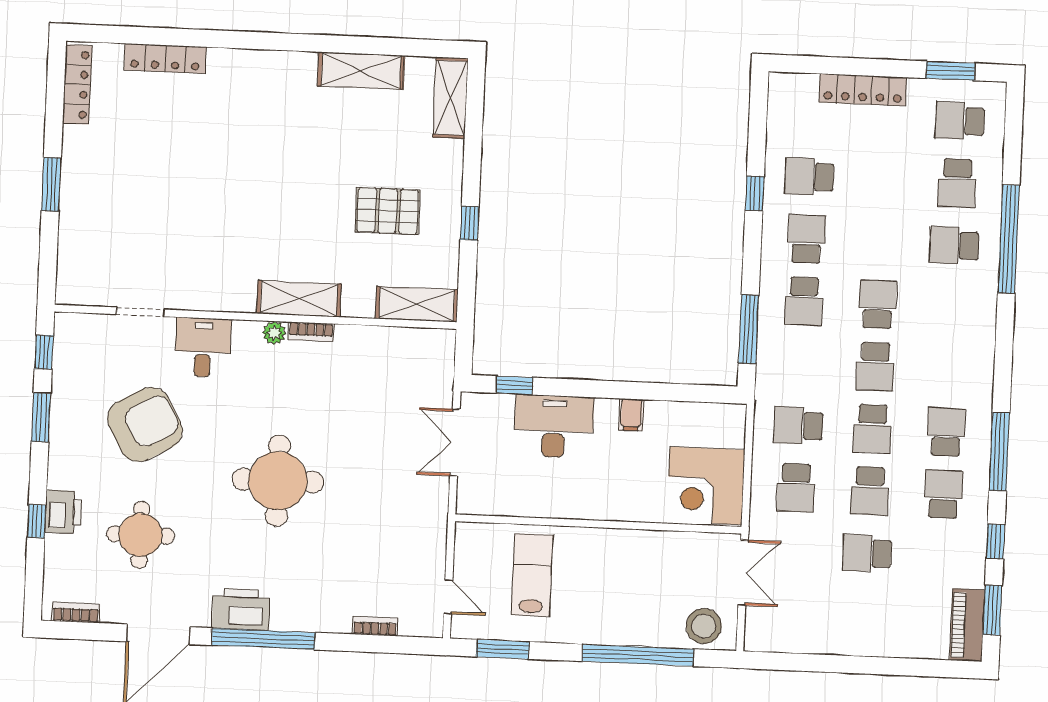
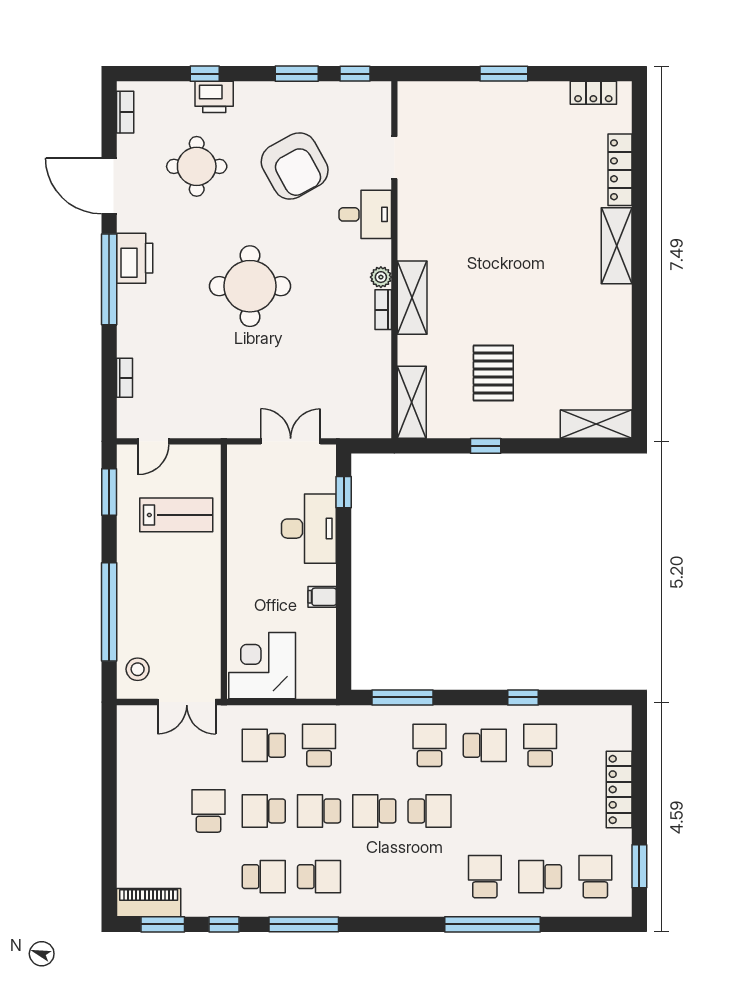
shelving: (361, 71) -> (617, 246), moved
locker: (77, 85) -> (593, 93), width x0.66
school desk: (804, 301) -> (430, 745), turned 90
stool: (704, 626) -> (138, 669), width x0.73, depth x0.73

